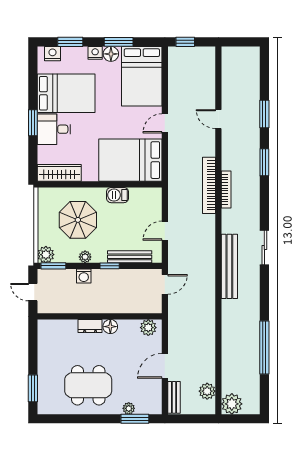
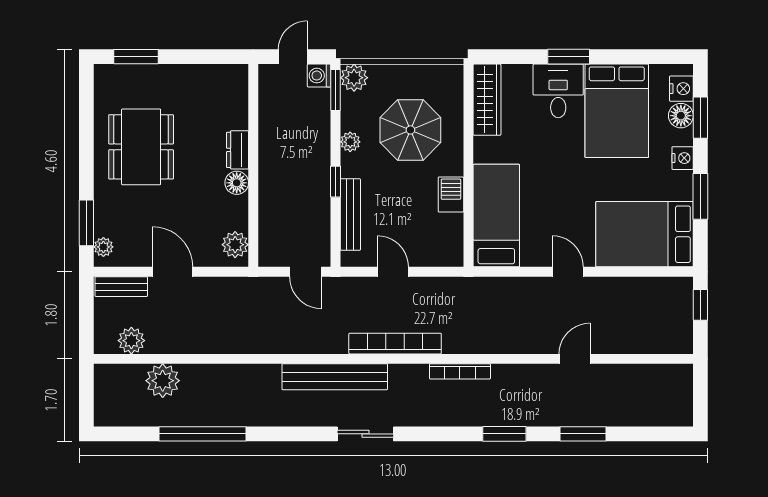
floor lamp: (111, 54) -> (681, 116), moved
bed: (130, 160) -> (496, 216), width x0.67
bookcase: (209, 185) -> (395, 344), moved
washing machine: (84, 276) -> (319, 76), moved
plant: (232, 404) -> (163, 381), moved
plant: (129, 408) -> (103, 247), moved

